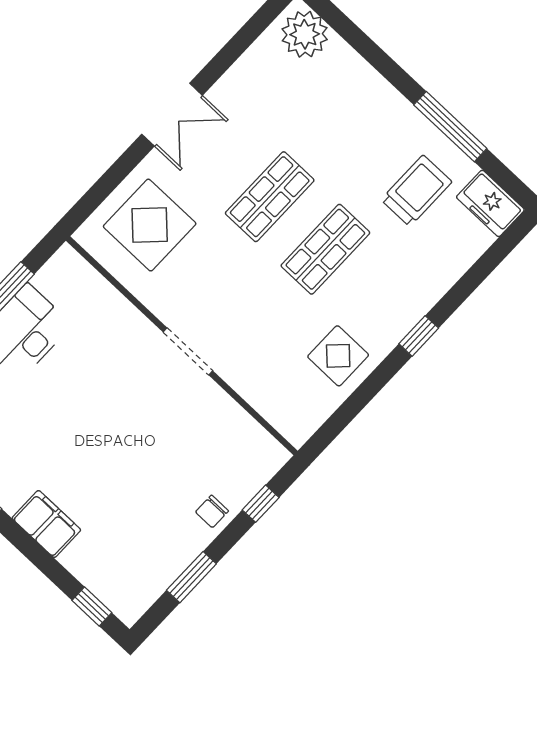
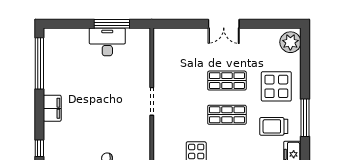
trolley: (416, 191) -> (274, 126), turned 180
display table: (150, 225) -> (276, 86), moved

